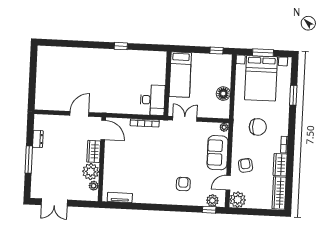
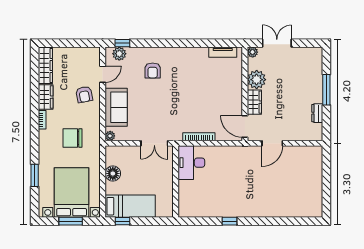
bed: (180, 75) -> (130, 206), moved, turned 90
plant: (94, 186) -> (253, 52), moved
plant: (238, 200) -> (91, 56), removed
double door: (54, 202) -> (277, 43), moved

